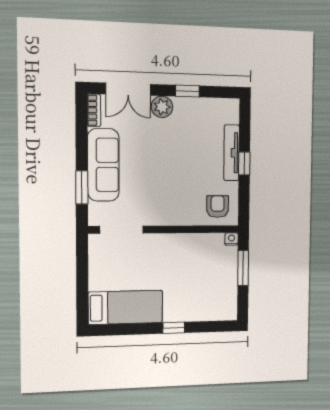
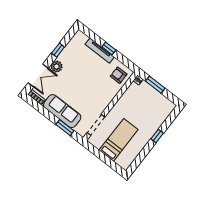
bed: (126, 307) -> (119, 140), moved

